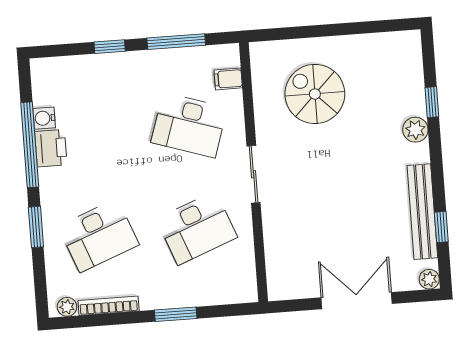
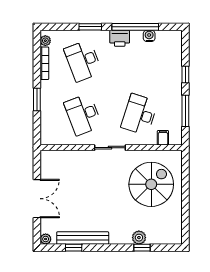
spiral stairs: (315, 94) -> (151, 184), width x1.37, depth x1.37
plant: (415, 130) -> (139, 238), moved
printer: (51, 148) -> (120, 38), moved

